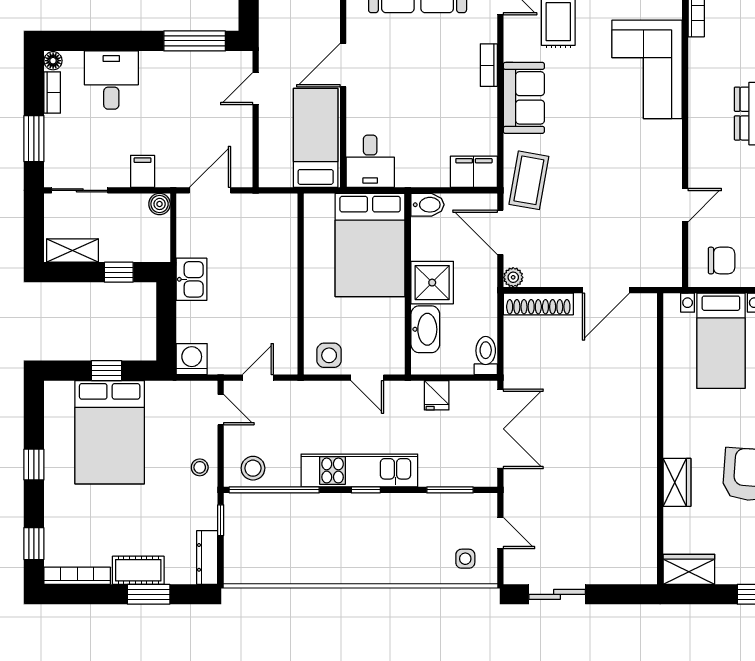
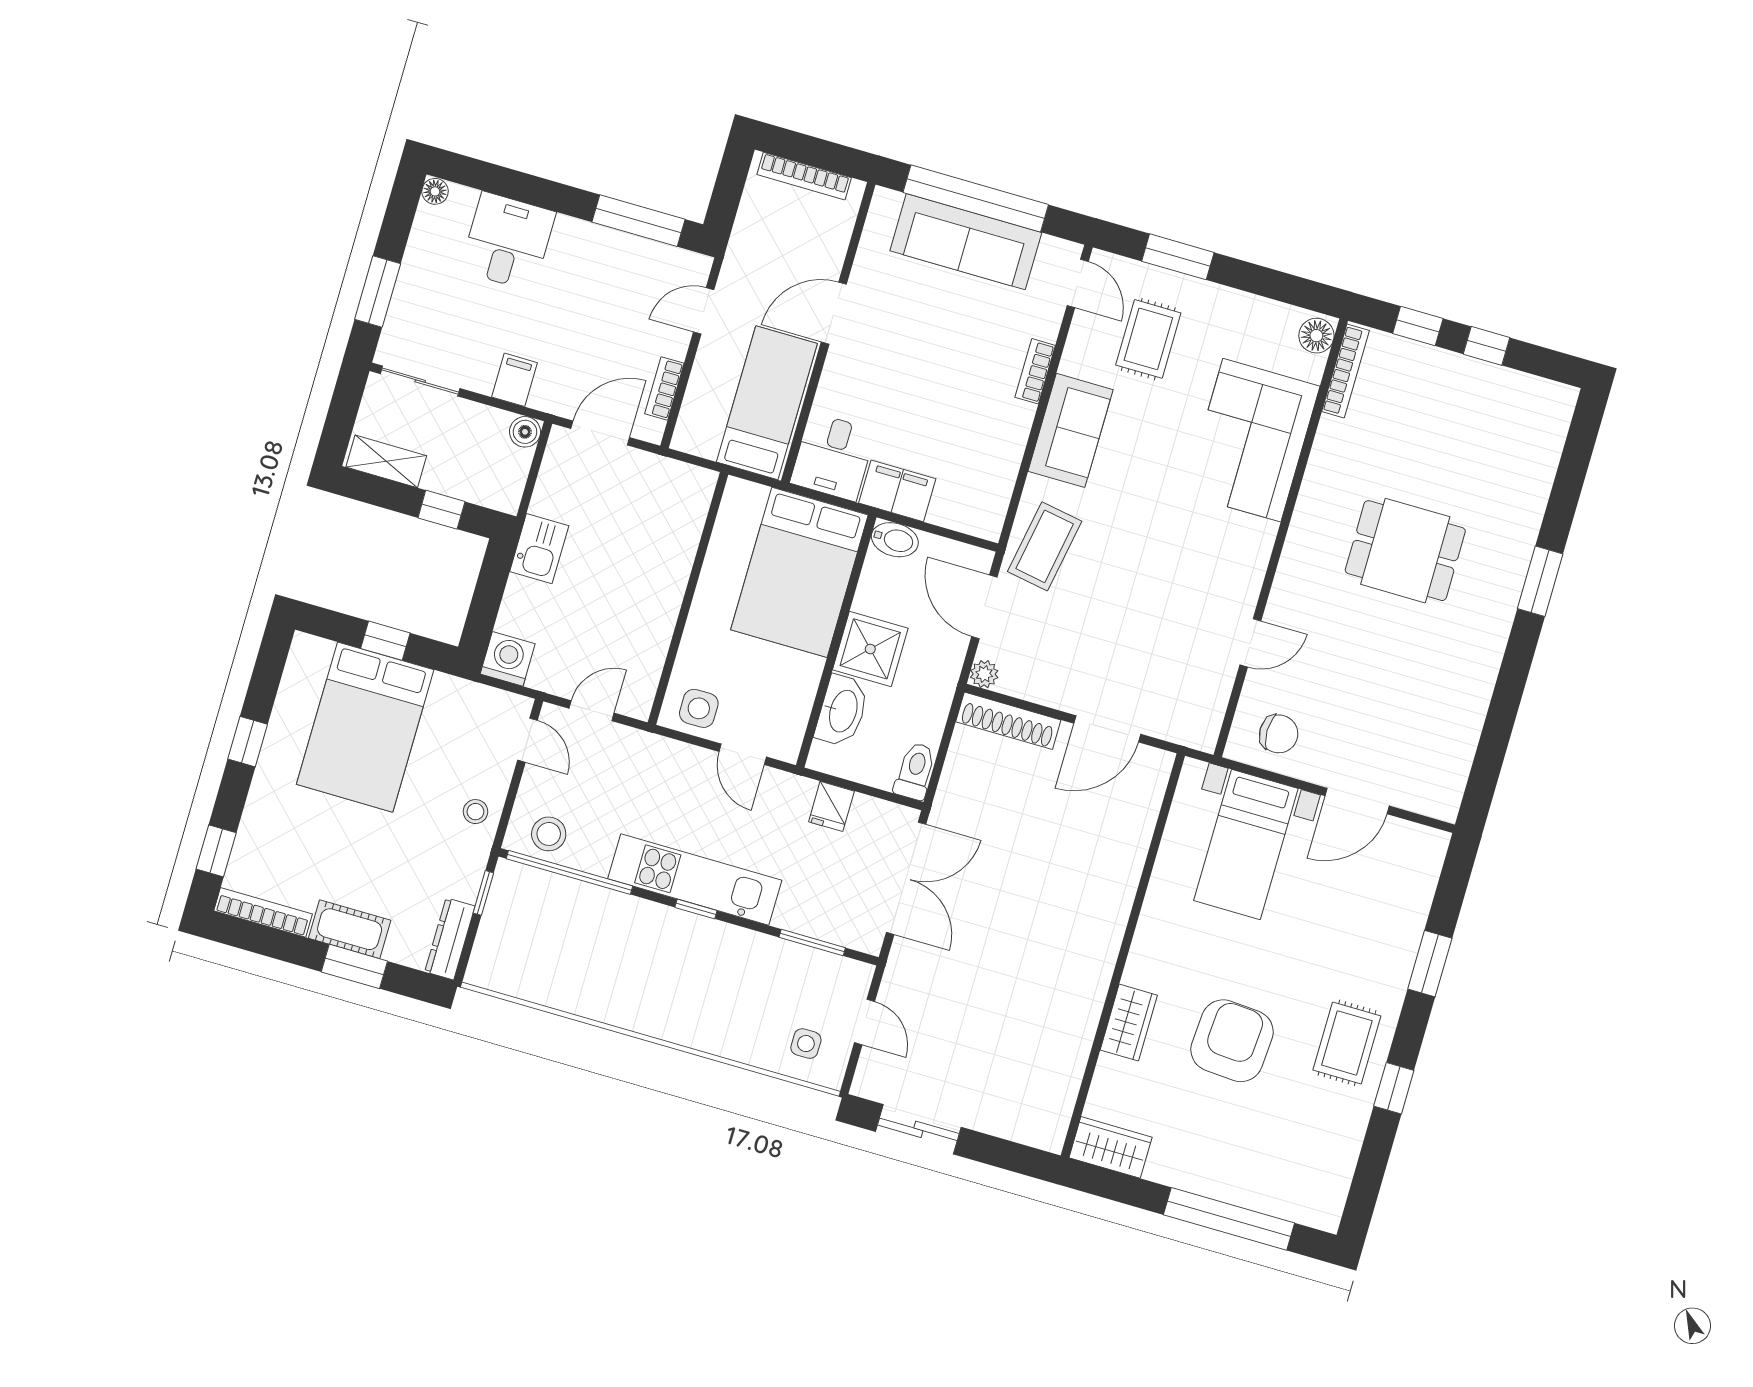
bookcase: (52, 92) -> (664, 389), moved, turned 180
filing cabinet: (474, 172) -> (897, 491), moved

